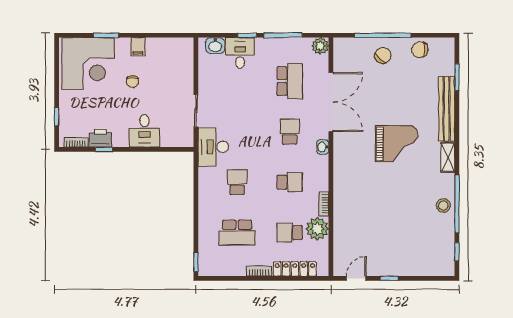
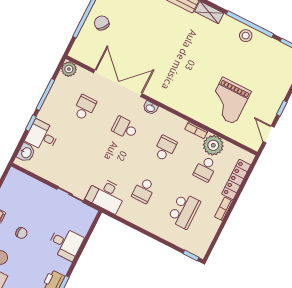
school desk: (290, 81) -> (85, 108), width x0.54
grand piano: (397, 144) -> (229, 101), moved, turned 180
school desk: (237, 182) -> (144, 190), turned -90

